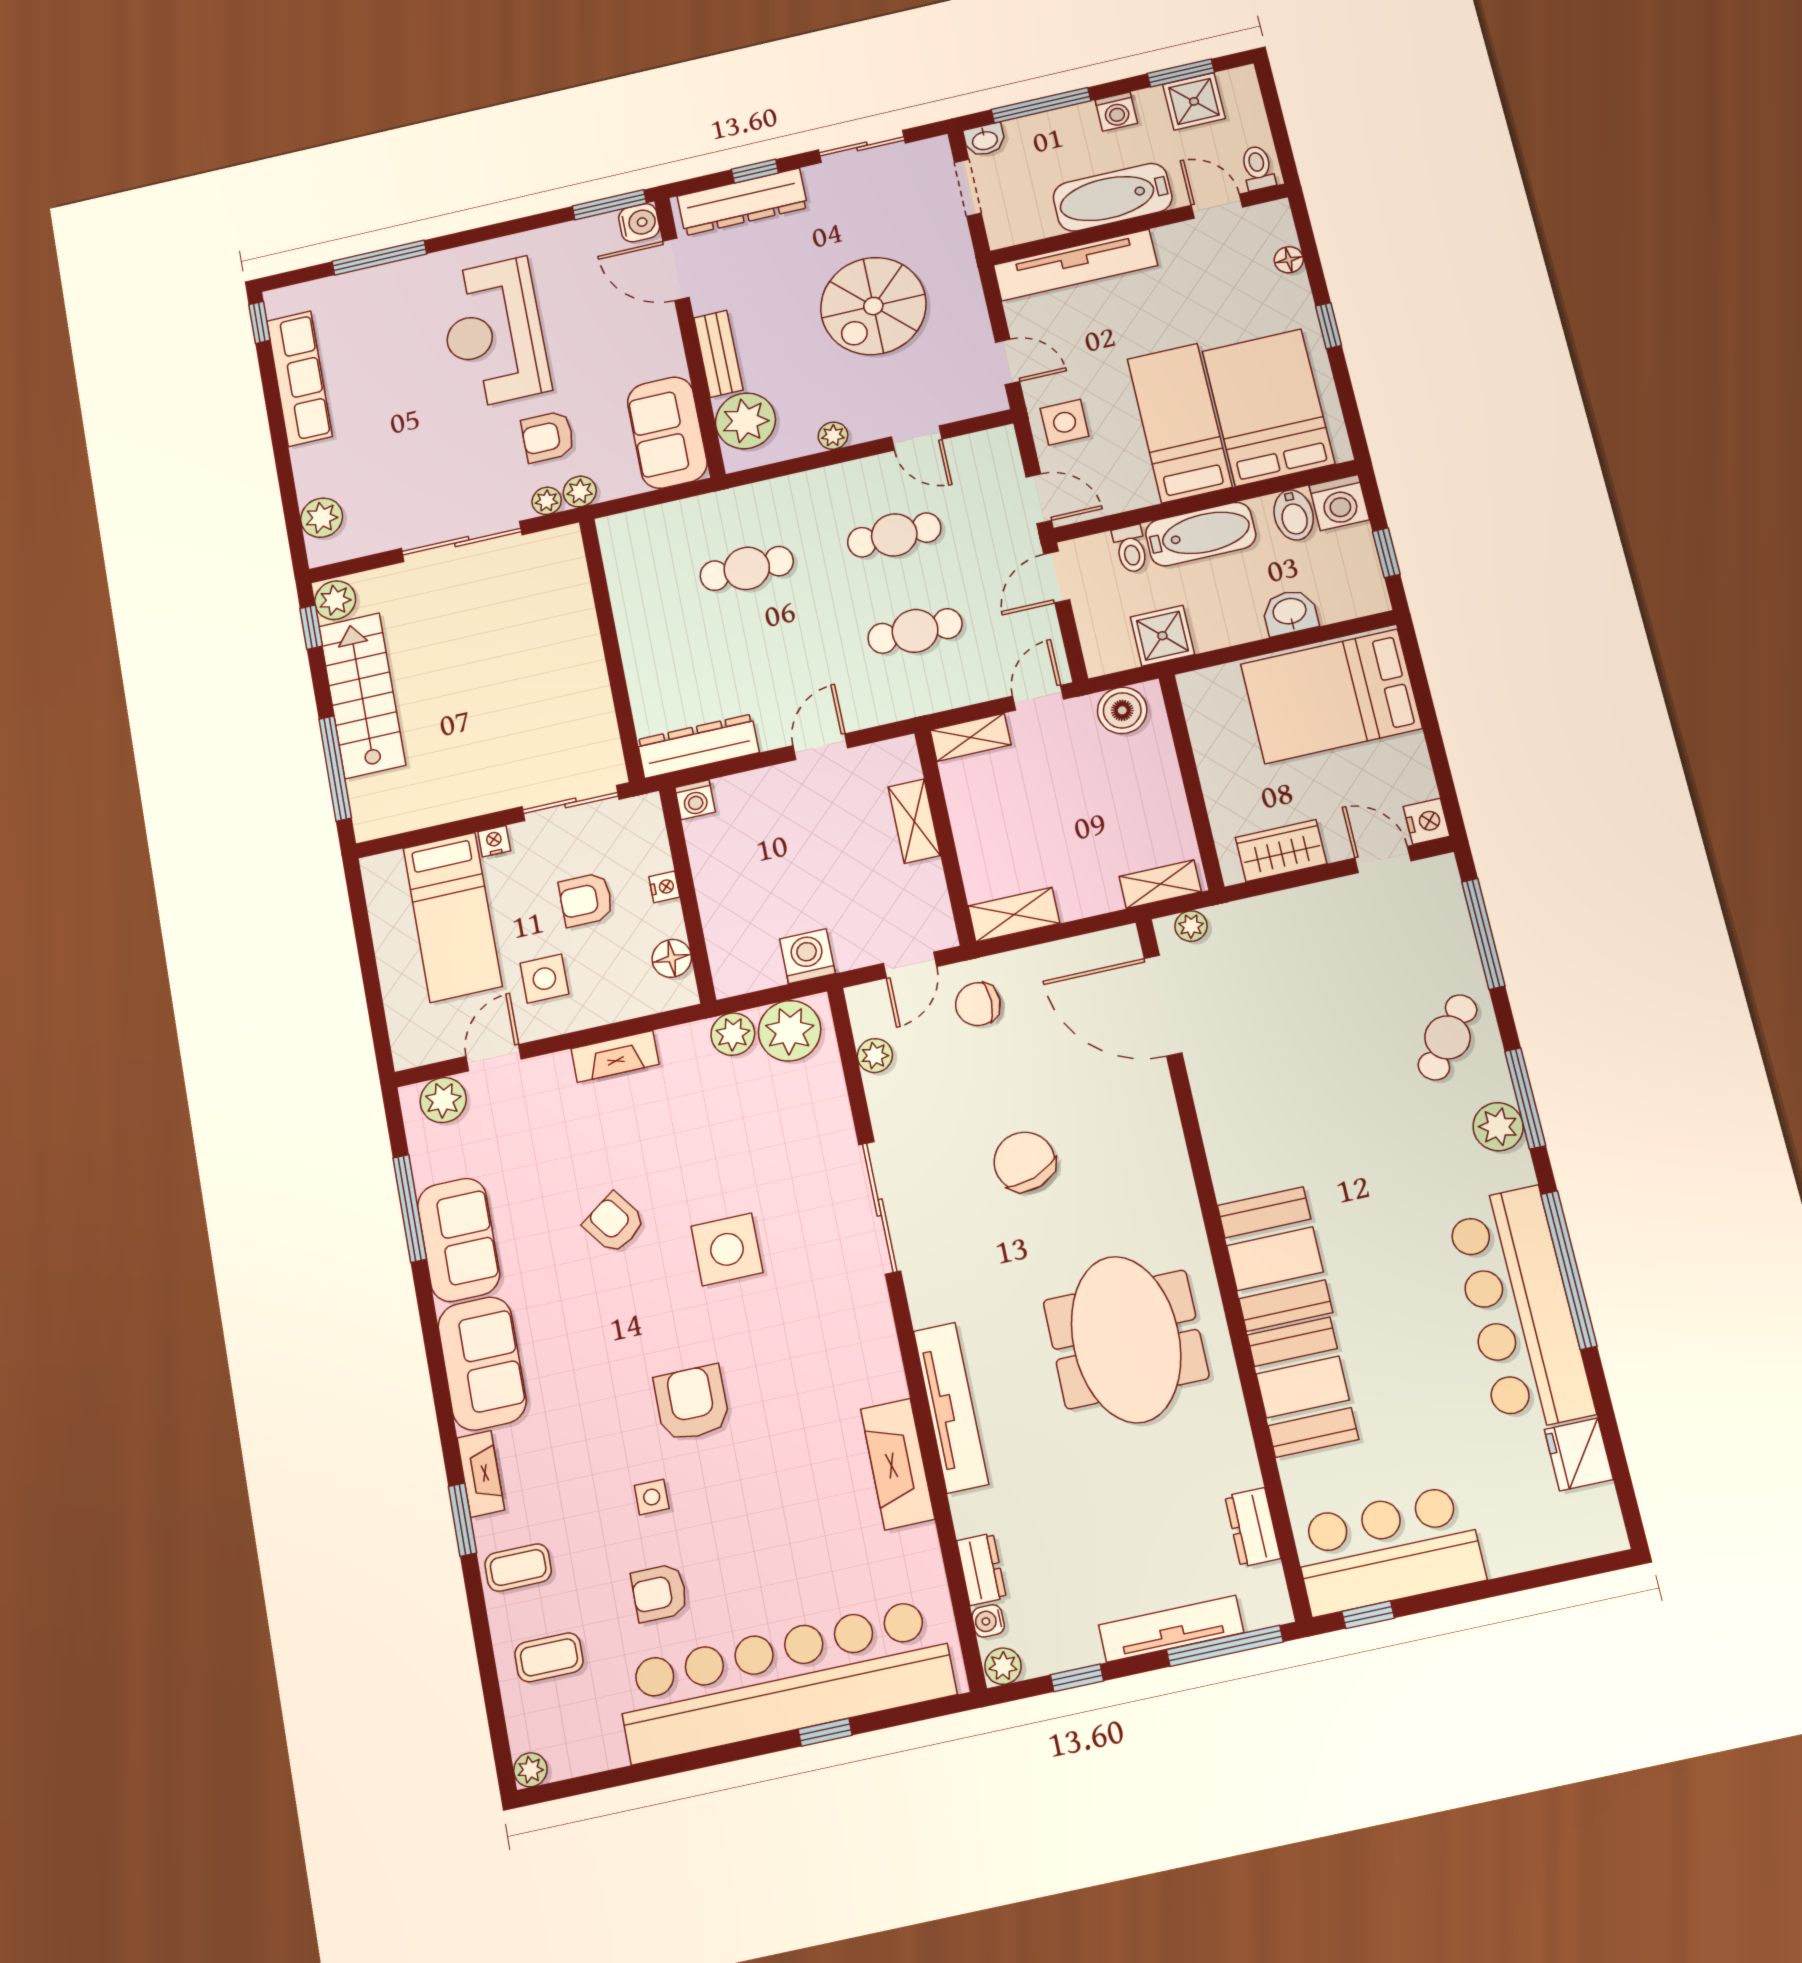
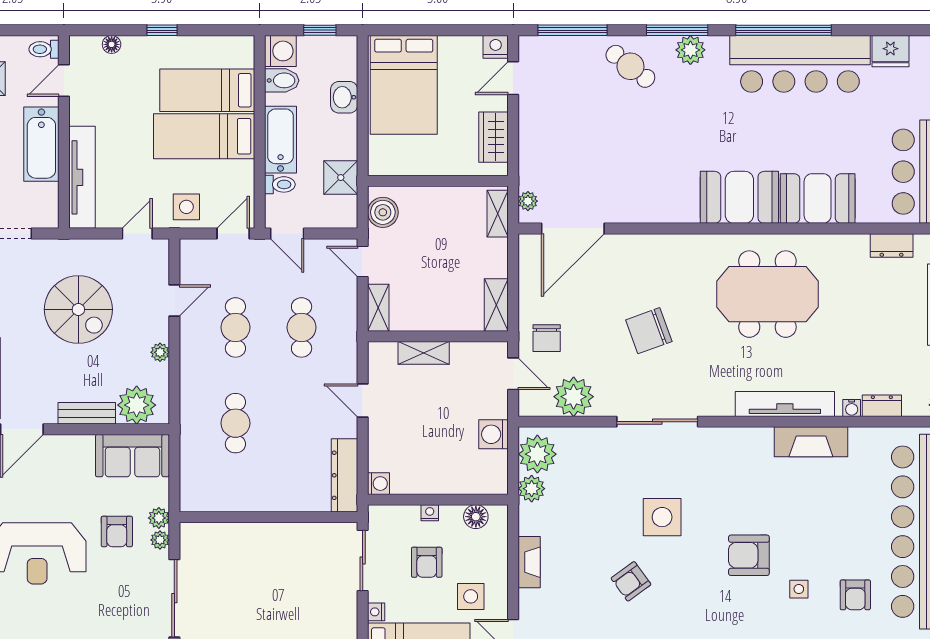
bed: (1268, 407) -> (207, 90), width x0.67
plant: (875, 1056) -> (574, 397), width x1.88, depth x1.88
water cooler: (988, 1621) -> (852, 408), moved

